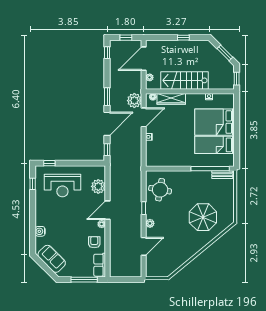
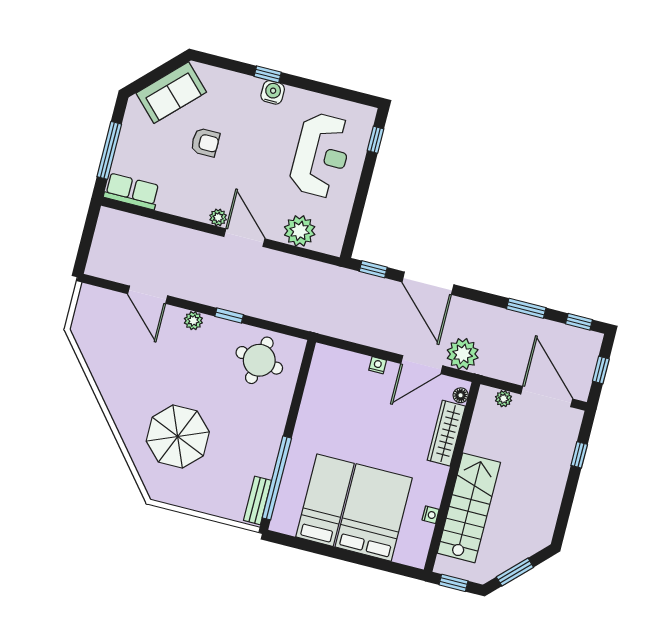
window: (183, 38) -> (579, 455), moved
stairs: (185, 80) -> (469, 508), moved
window: (107, 97) -> (526, 308), moved
door: (144, 117) -> (422, 365), hinge flipped
window: (33, 184) -> (268, 74), moved
reception desk: (62, 185) -> (321, 155), turned 180
water cooler: (40, 231) -> (273, 92), moved
armchair: (94, 242) -> (205, 142), moved

